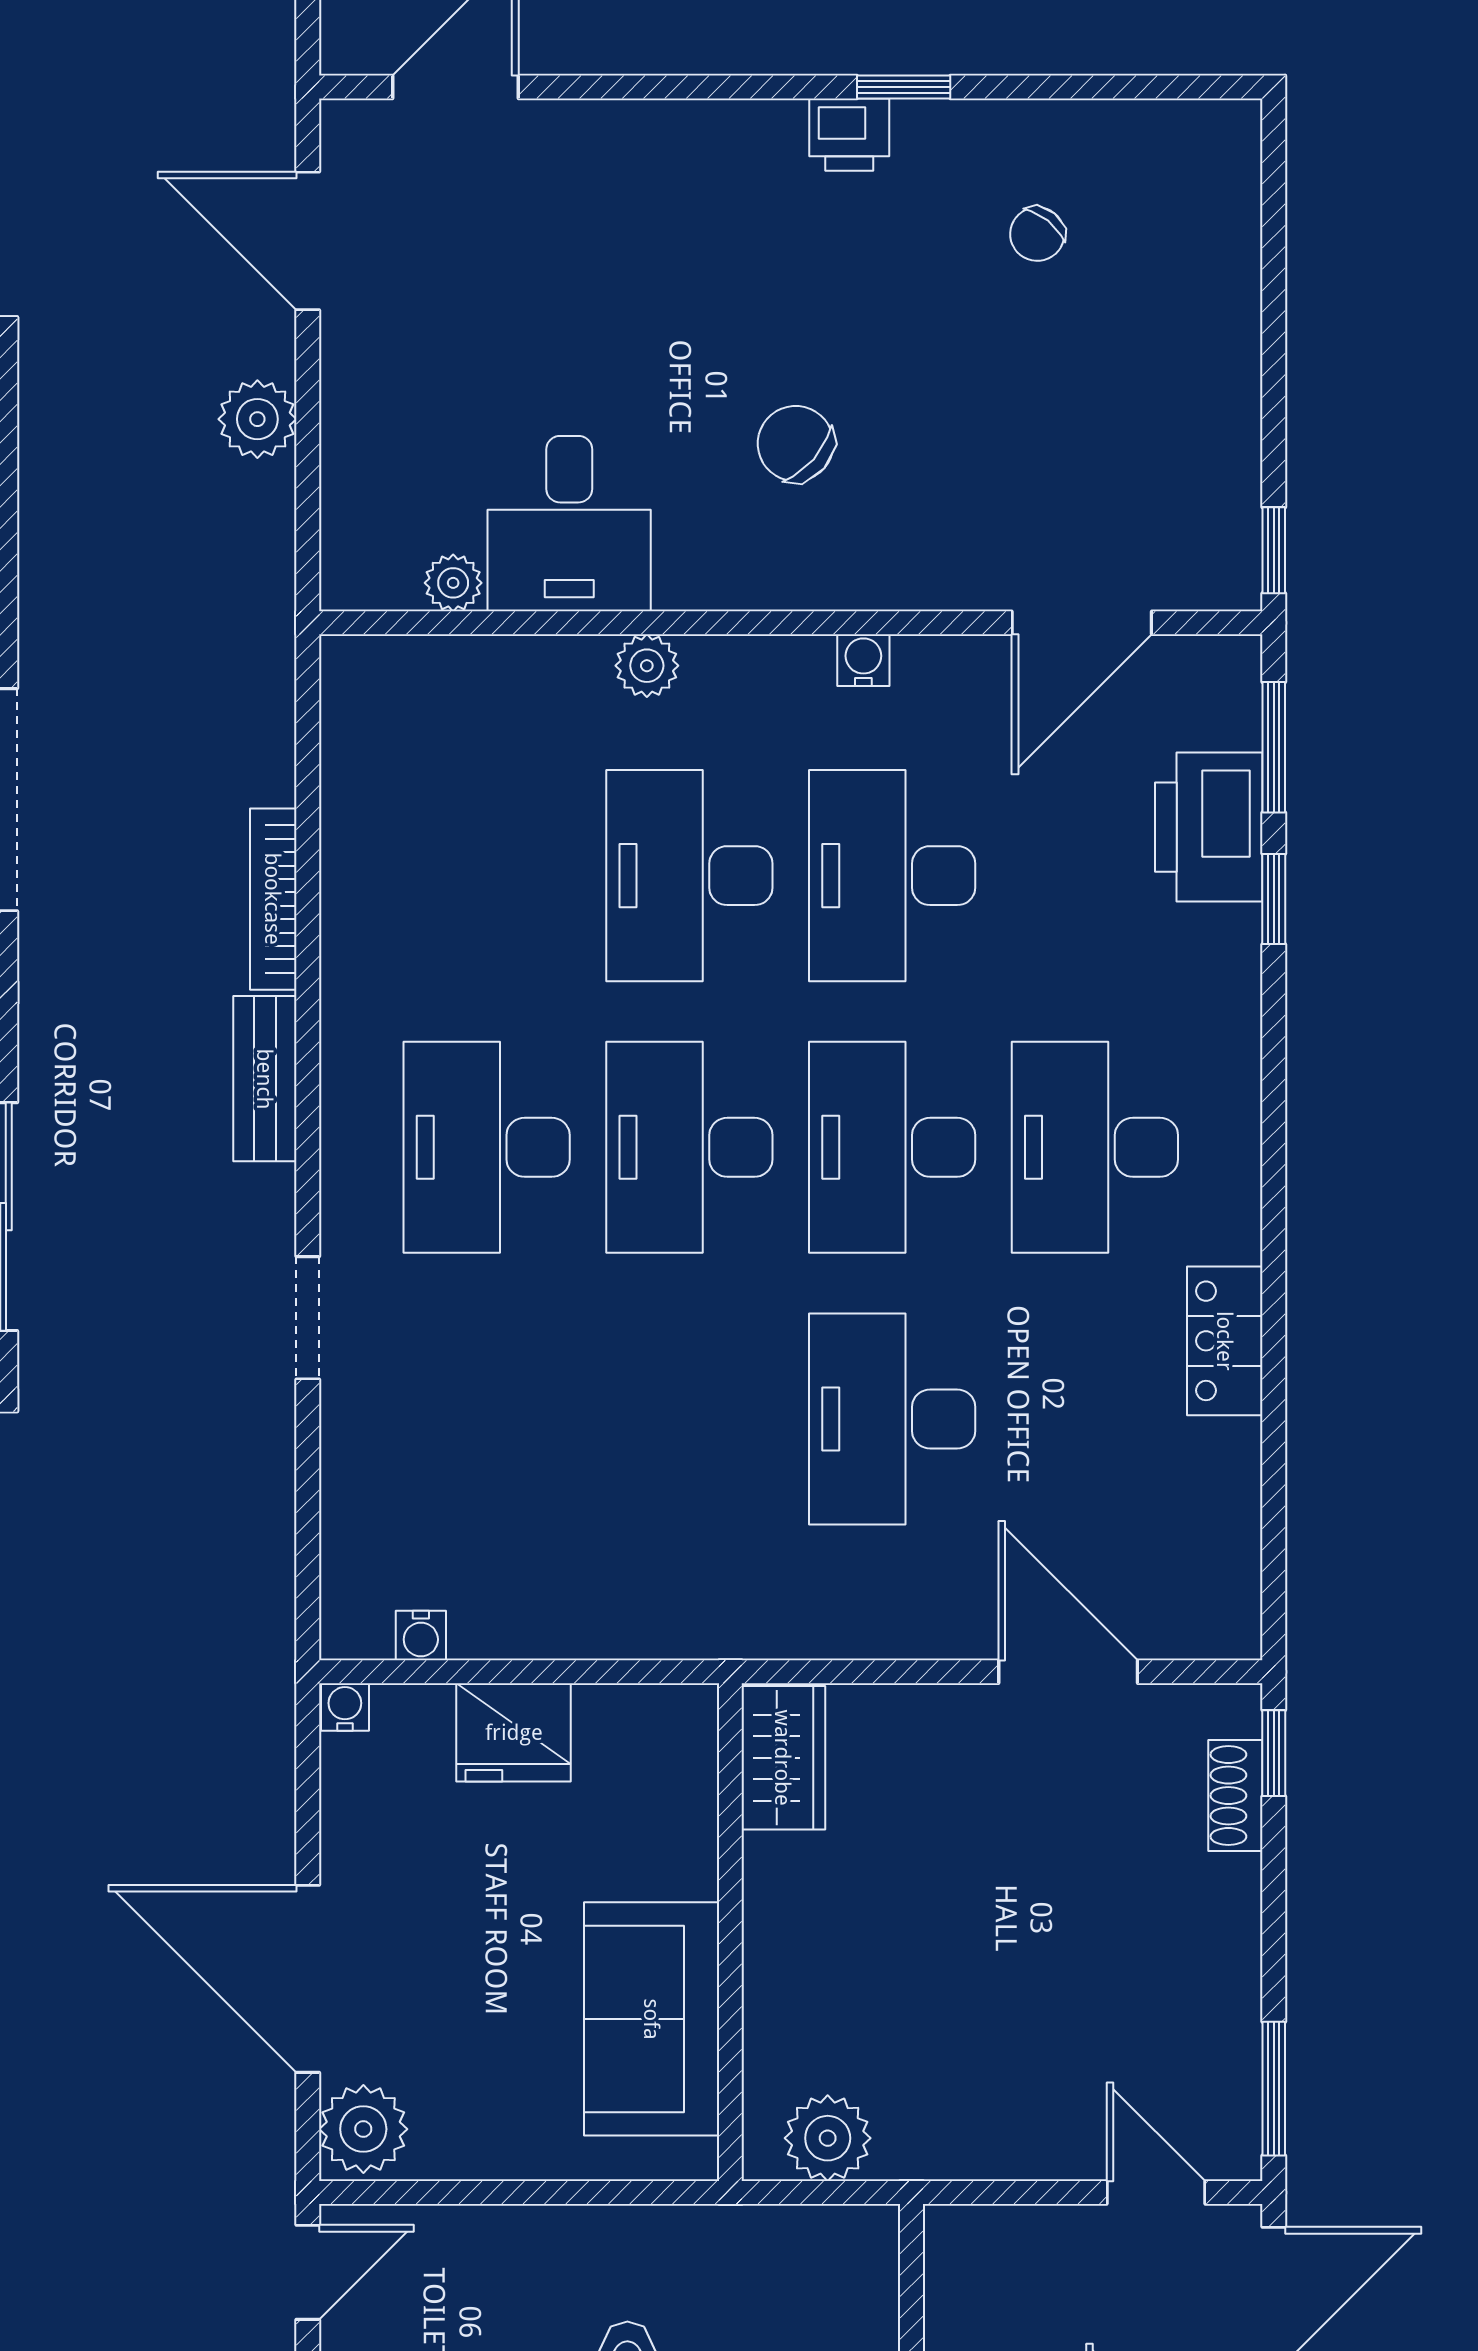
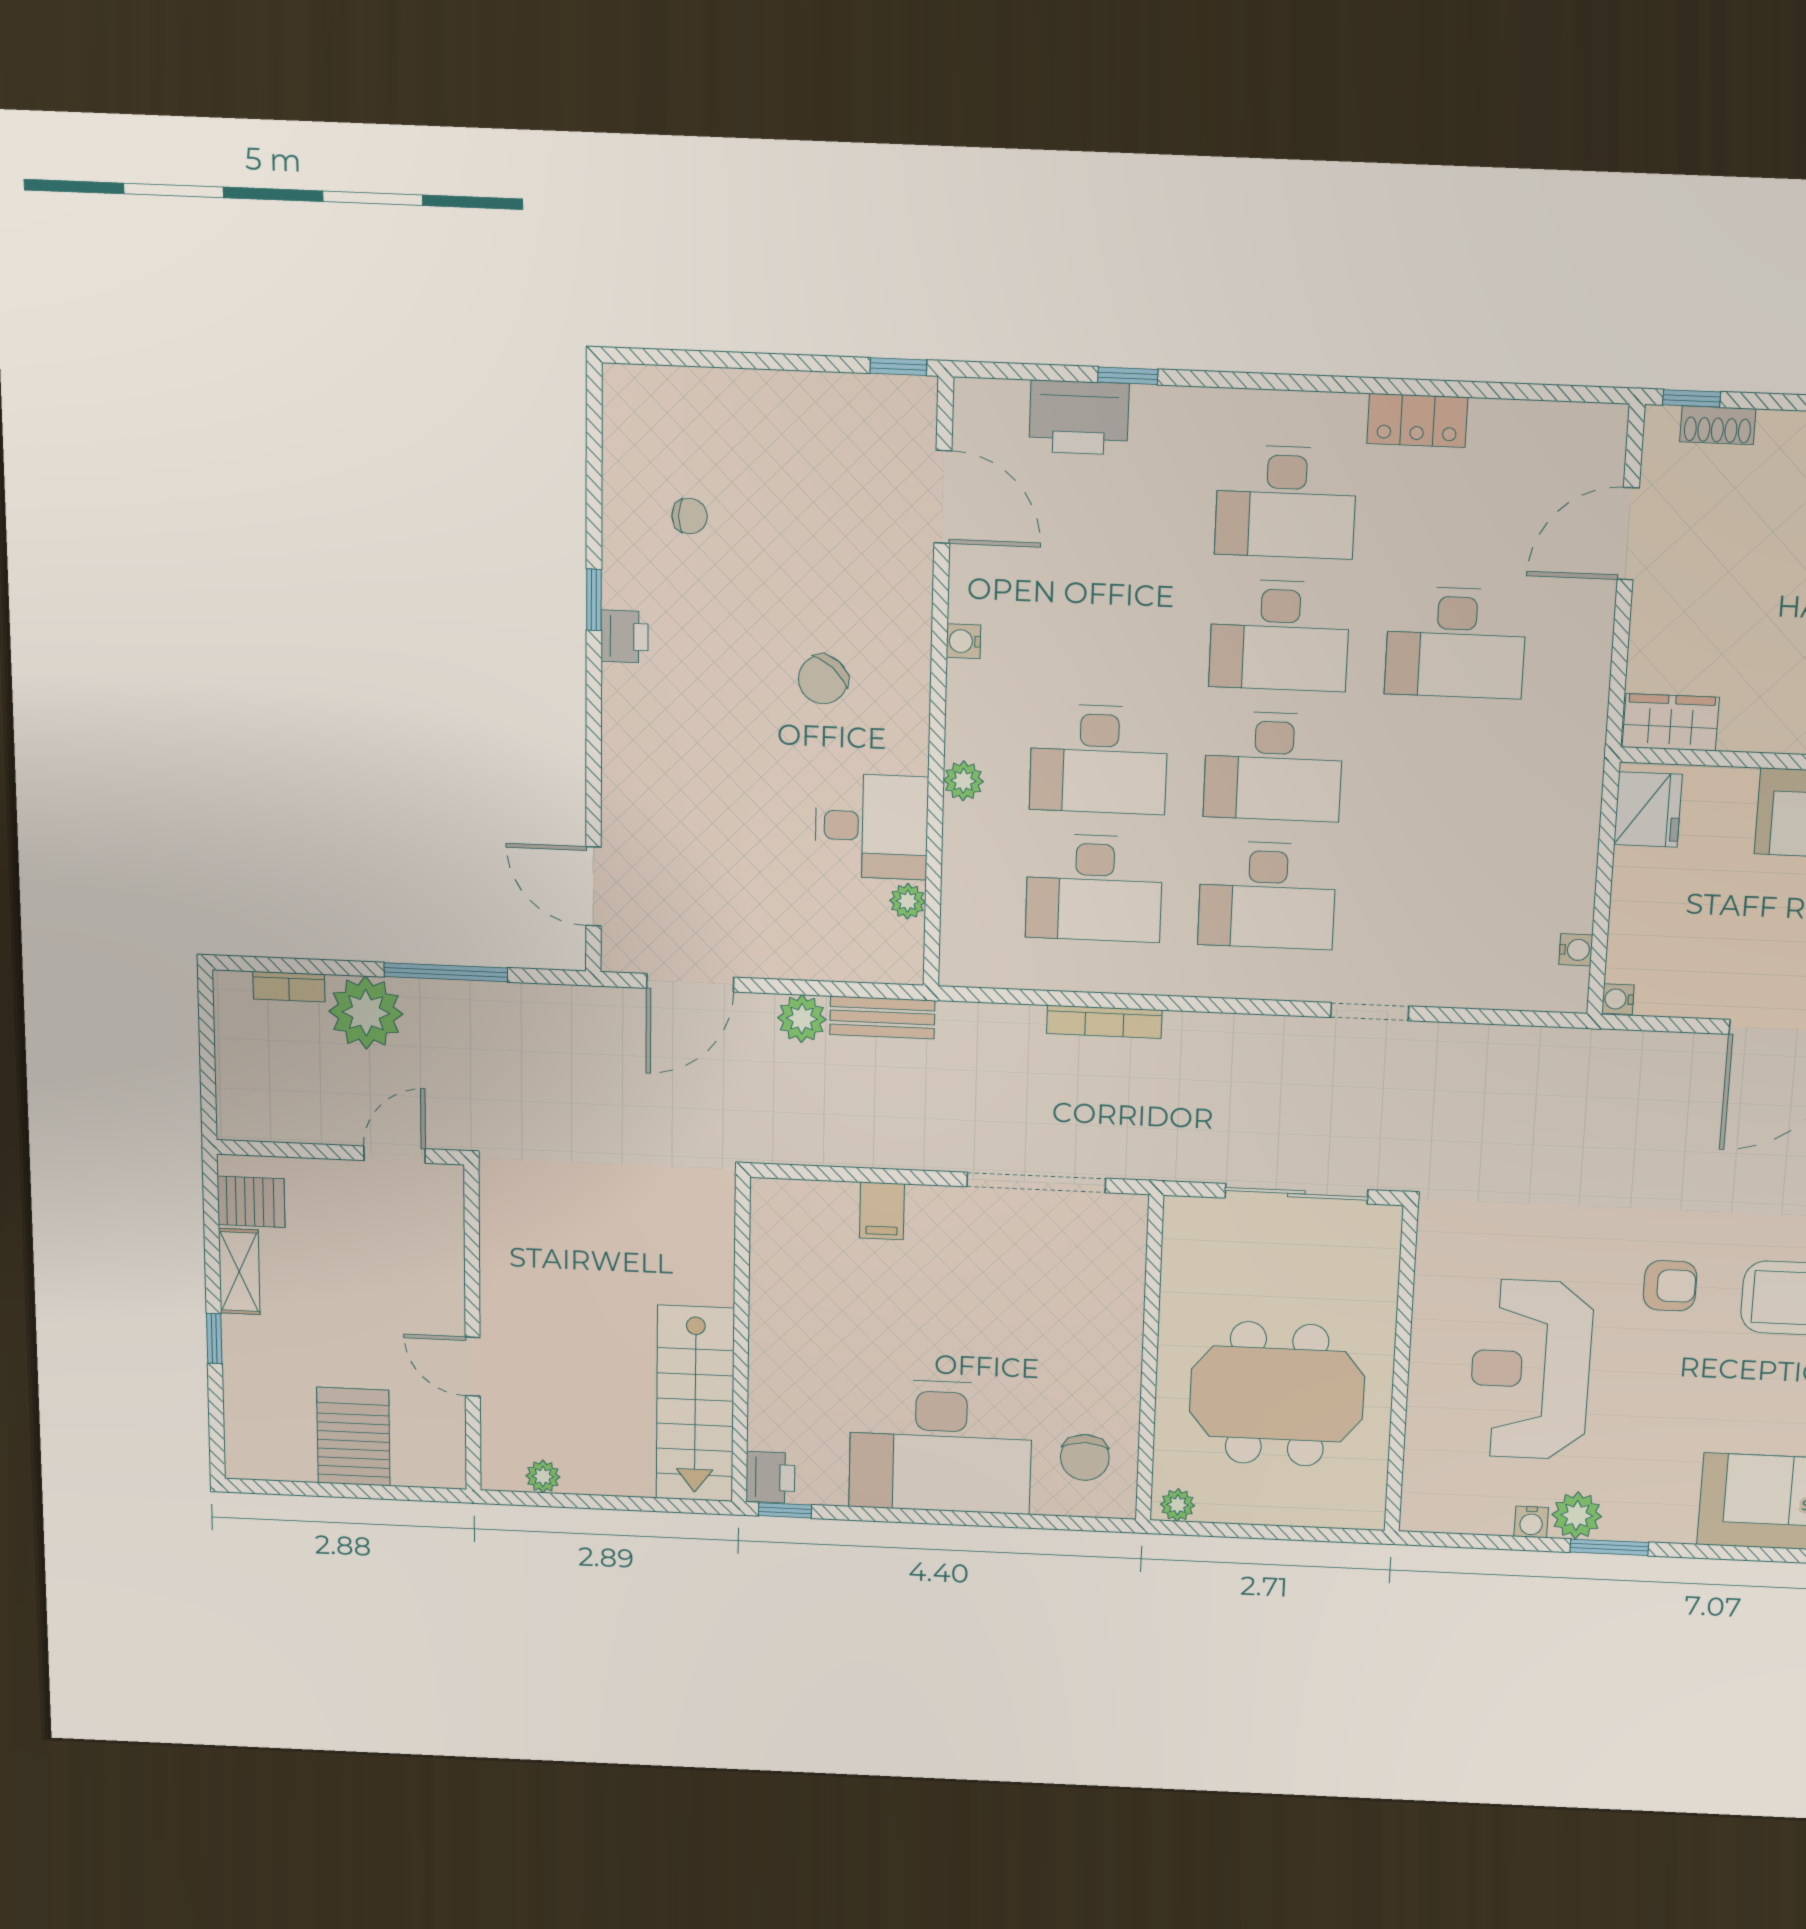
chair: (1037, 234) -> (690, 516), turned -39
window: (1274, 747) -> (1028, 372), removed
desk: (892, 876) -> (1094, 888), moved
bench: (265, 1079) -> (882, 1017), moved
fridge: (514, 1732) -> (1648, 810), moved

